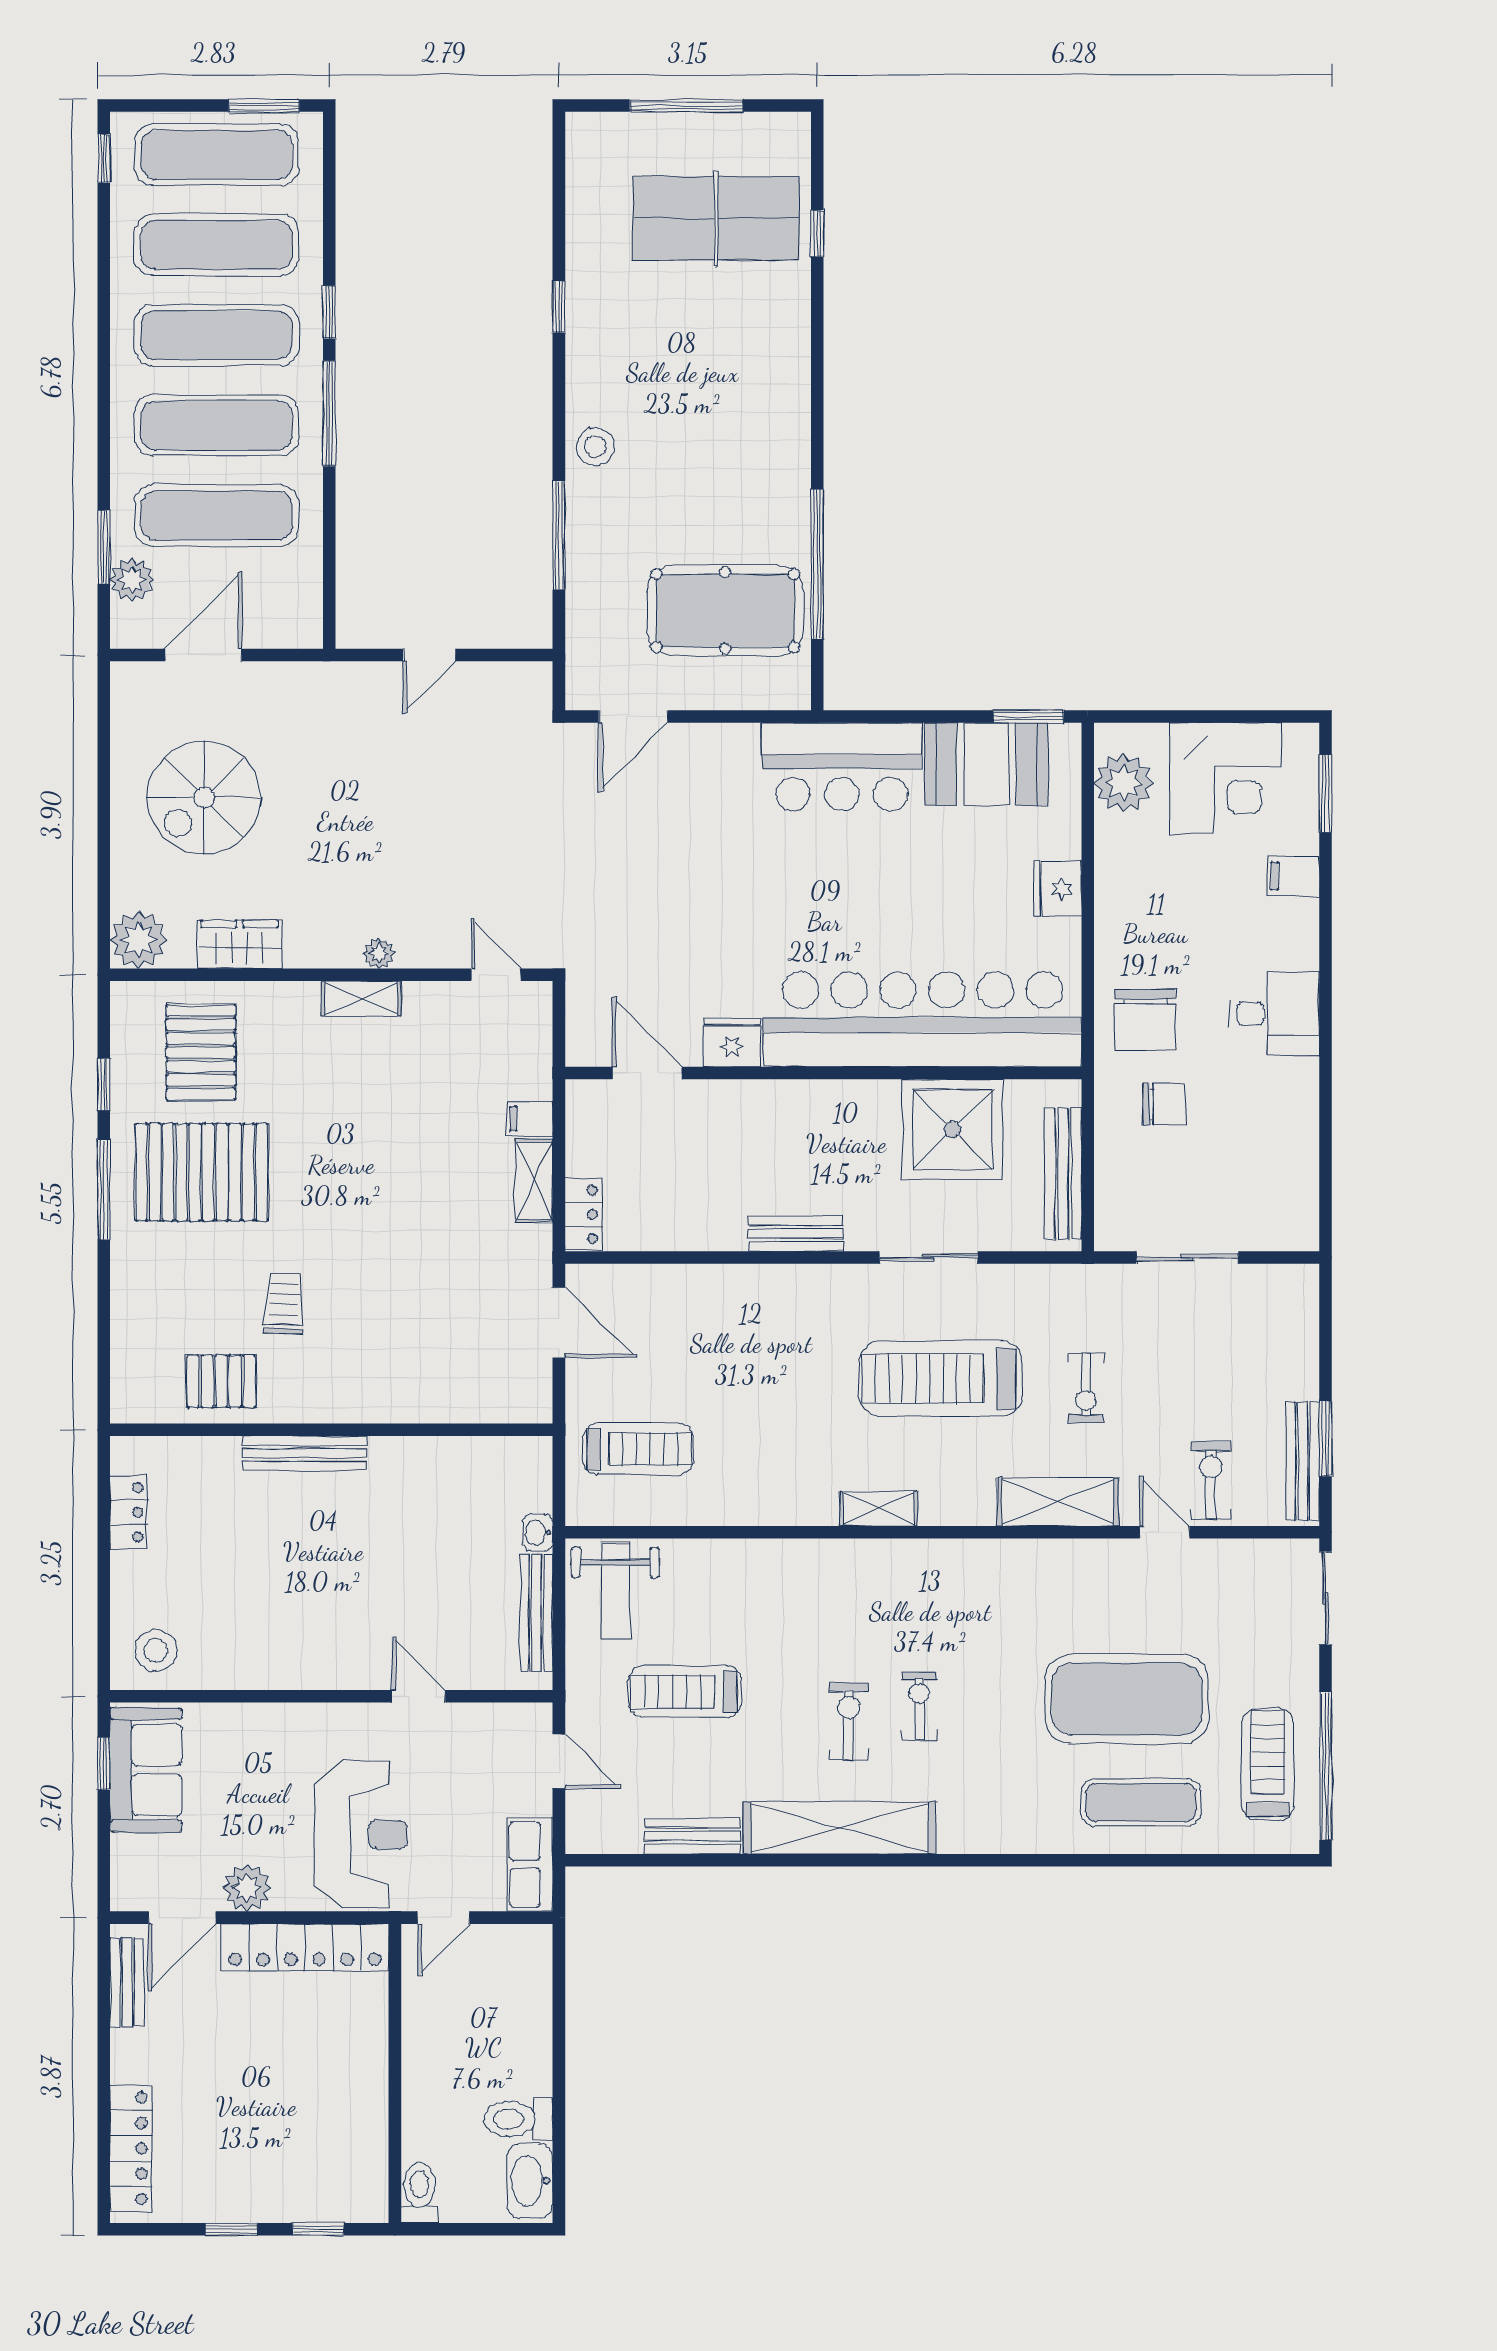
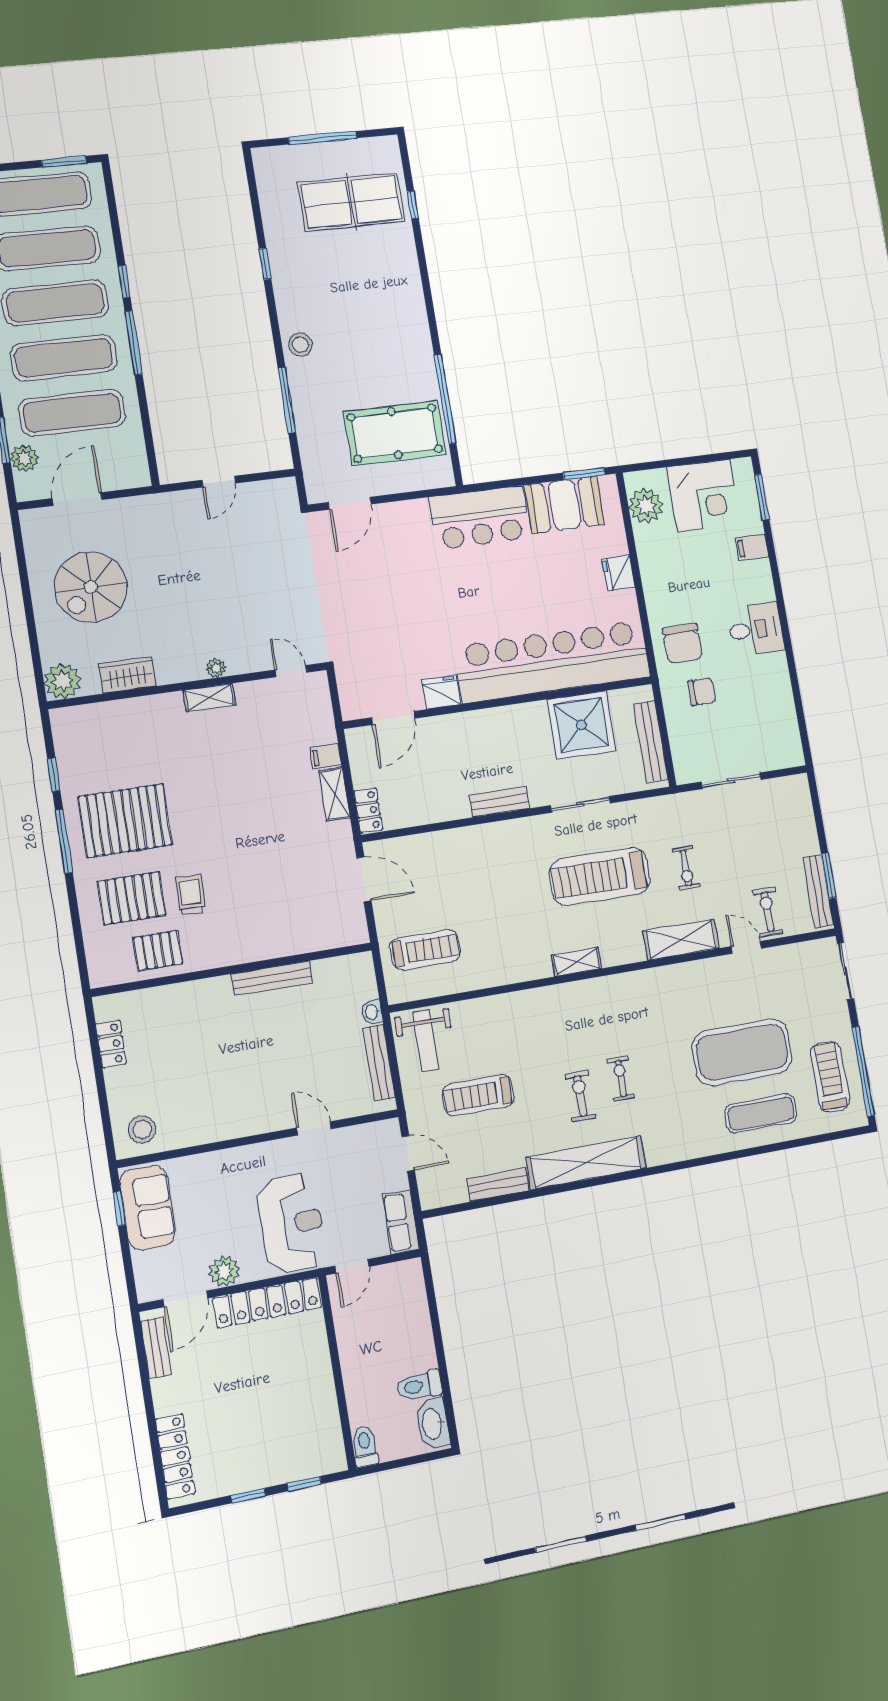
pallet: (201, 1052) -> (131, 898), moved, turned 90
door: (647, 1073) -> (393, 718), swing flipped
bench: (305, 1453) -> (272, 978), moved

